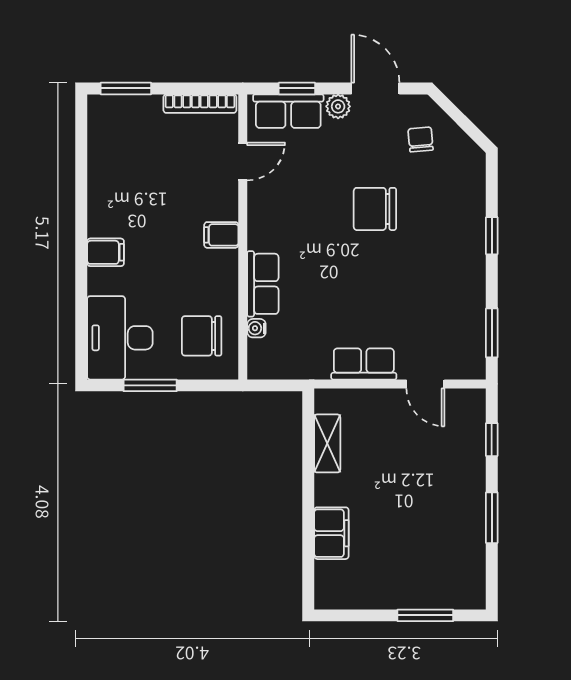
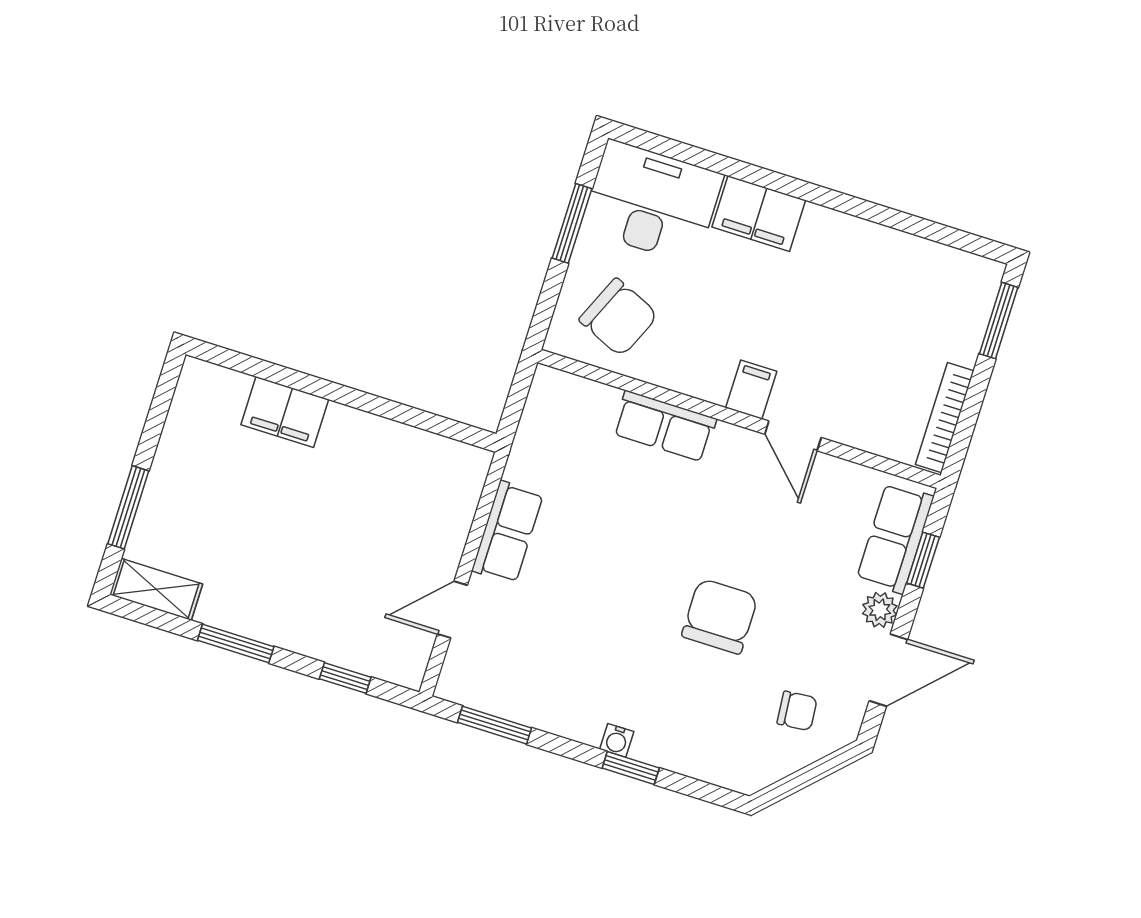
door: (243, 161) -> (793, 436), moved
filing cabinet: (106, 252) -> (759, 214), width x2.00
water cooler: (256, 328) -> (617, 740), moved, turned 180
chair: (202, 336) -> (619, 317), turned 114
shelving: (327, 443) -> (156, 589), moved

